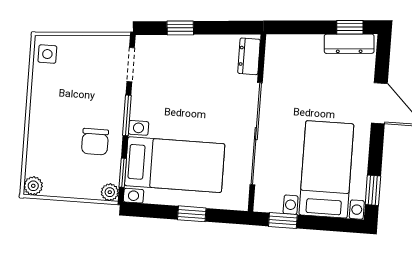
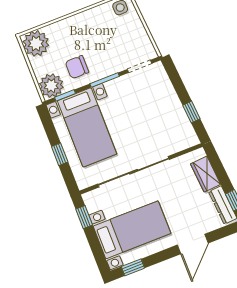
window: (180, 28) -> (191, 112), moved
wardrobe: (301, 47) -> (206, 174), added
dresser: (249, 56) -> (183, 142), removed
plant: (33, 186) -> (36, 43), width x1.88, depth x1.88
plant: (110, 192) -> (51, 86), width x1.88, depth x1.88

